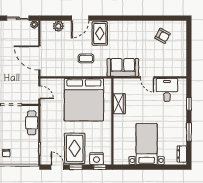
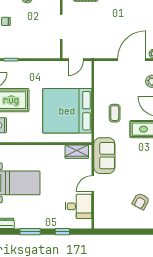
door: (39, 58) -> (132, 60), moved
wardrobe: (119, 104) -> (77, 152), moved
cafe table: (32, 123) -> (41, 51), removed

